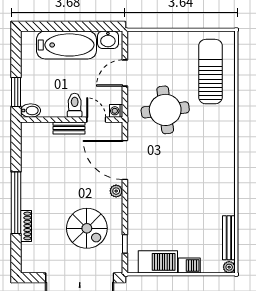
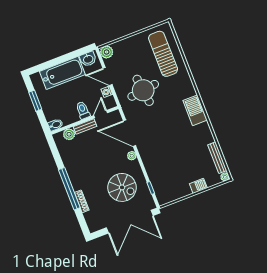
plant: (136, 40) -> (107, 52), added
door: (125, 73) -> (108, 76), hinge flipped
window: (16, 92) -> (35, 101), moved
washing machine: (116, 111) -> (107, 92), moved
door: (96, 120) -> (101, 114), hinge flipped
plant: (44, 130) -> (69, 134), added
barbecue: (158, 262) -> (195, 110), moved, turned -90

